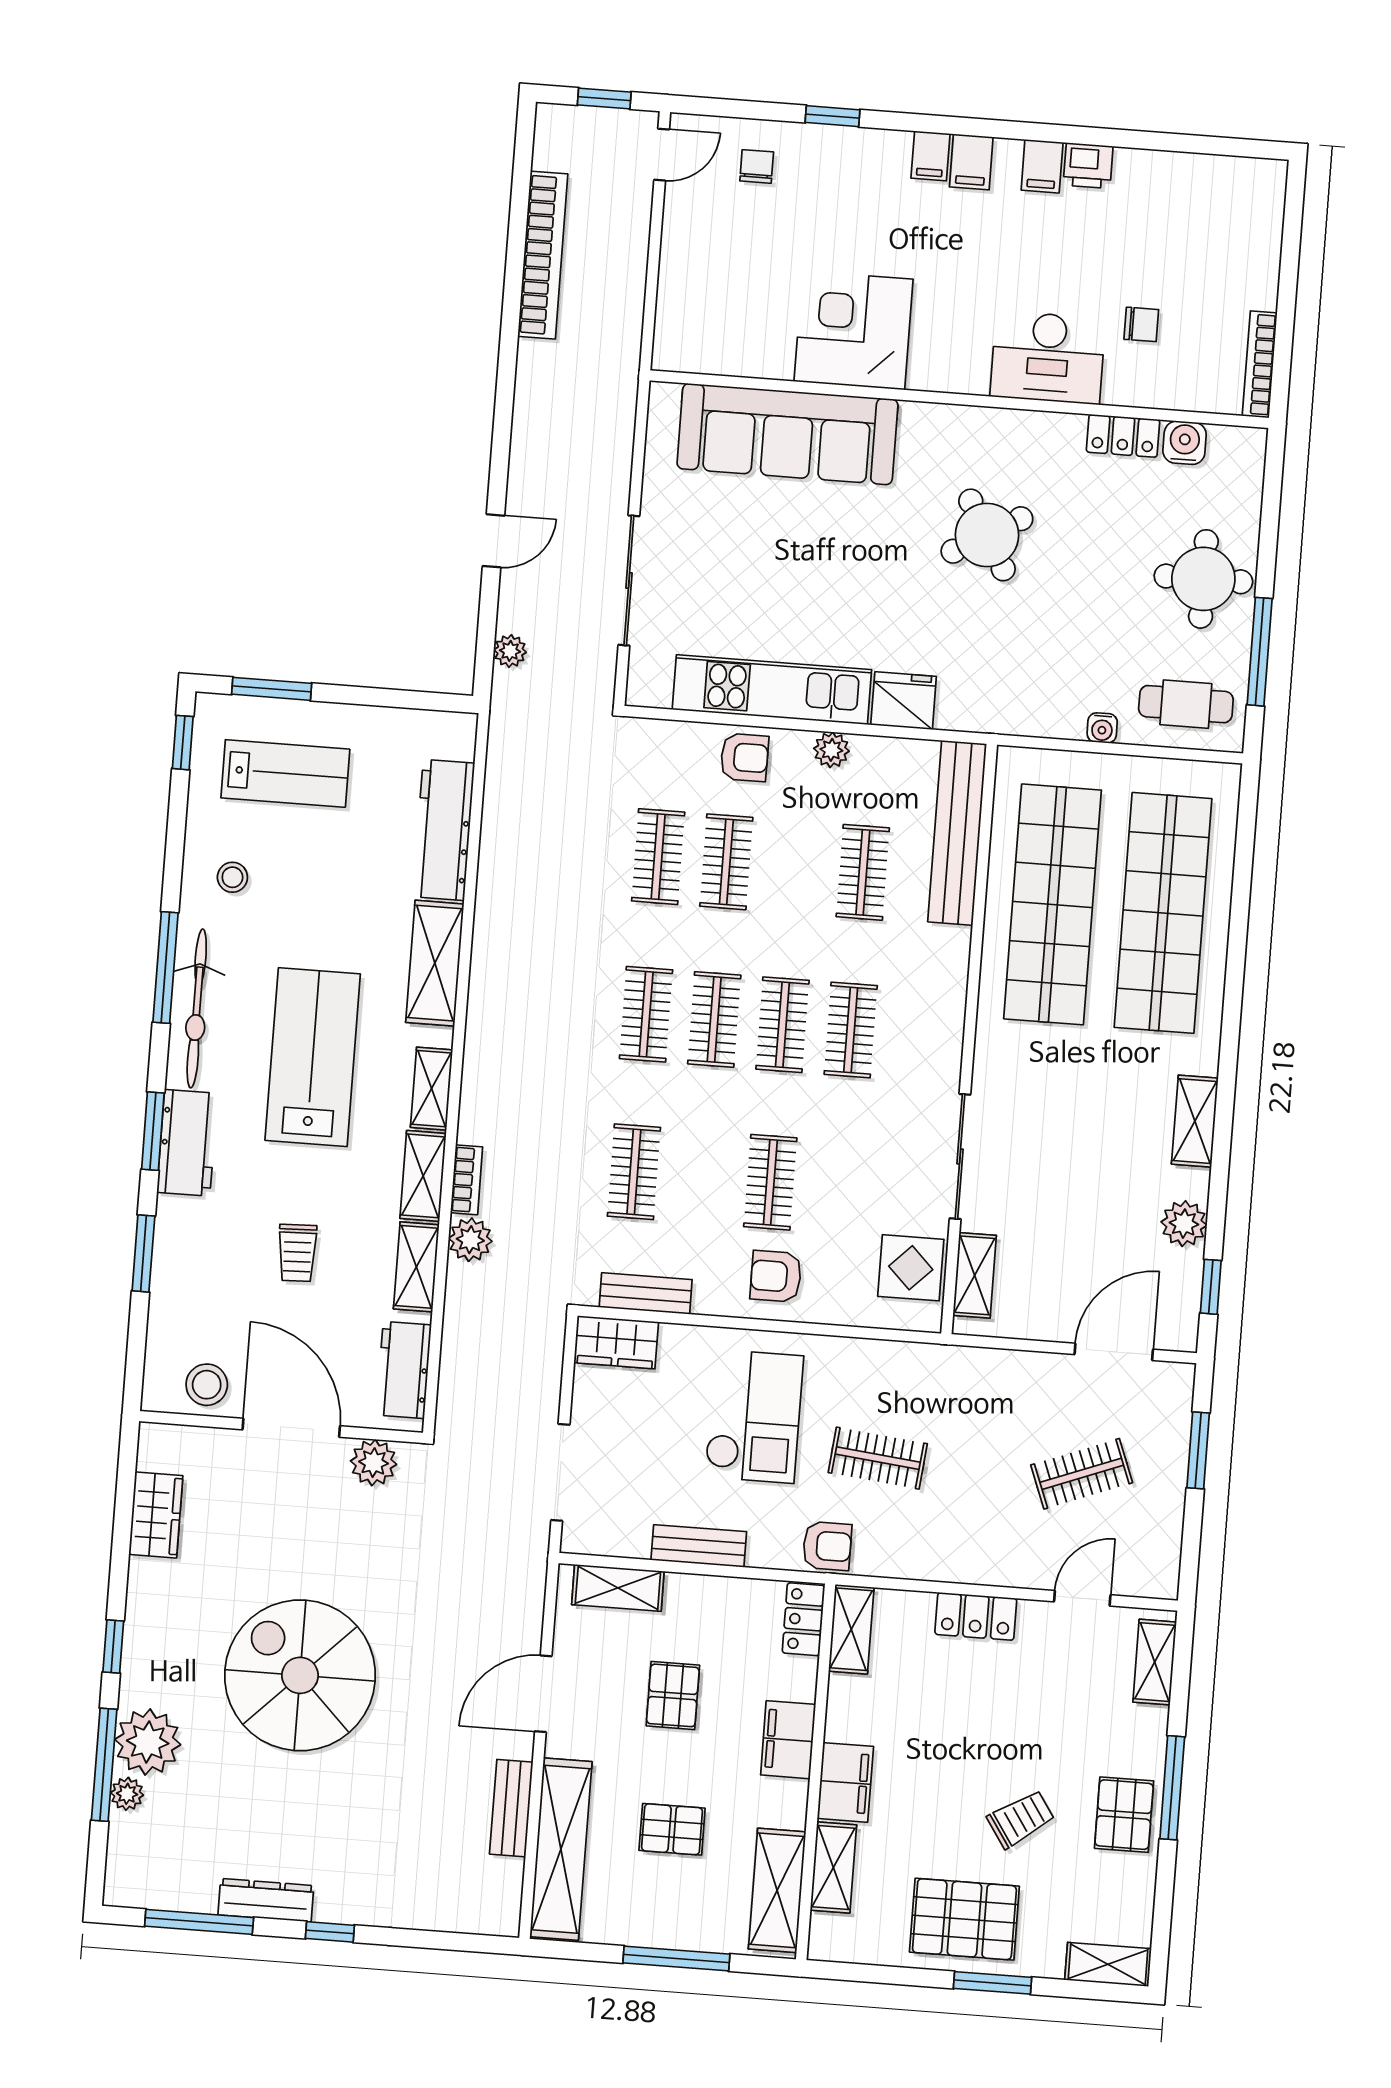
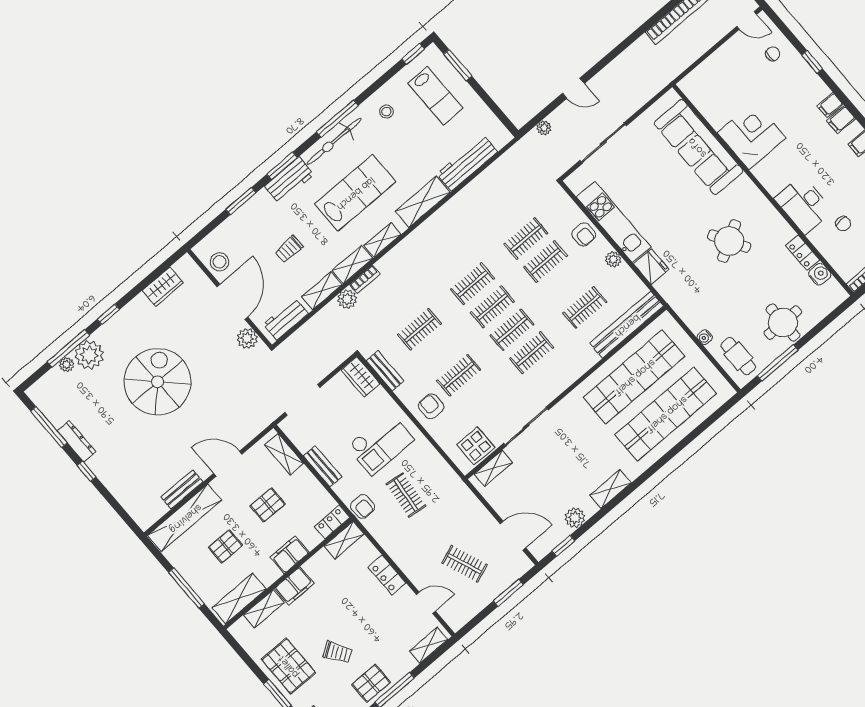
pallet: (672, 1829) -> (225, 546), turned 90

